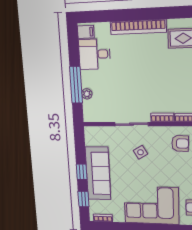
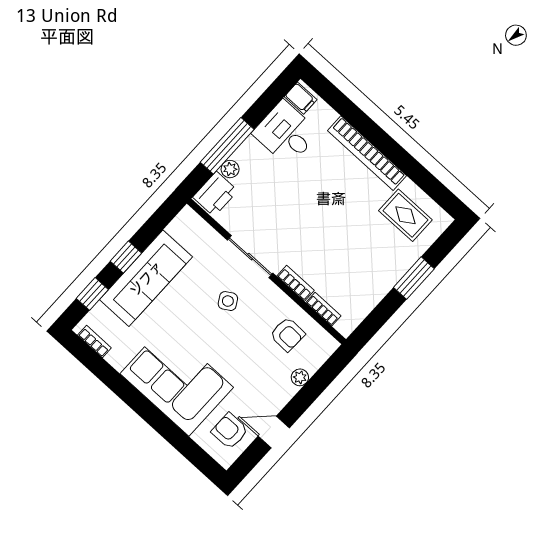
printer: (91, 111) -> (215, 194), added

